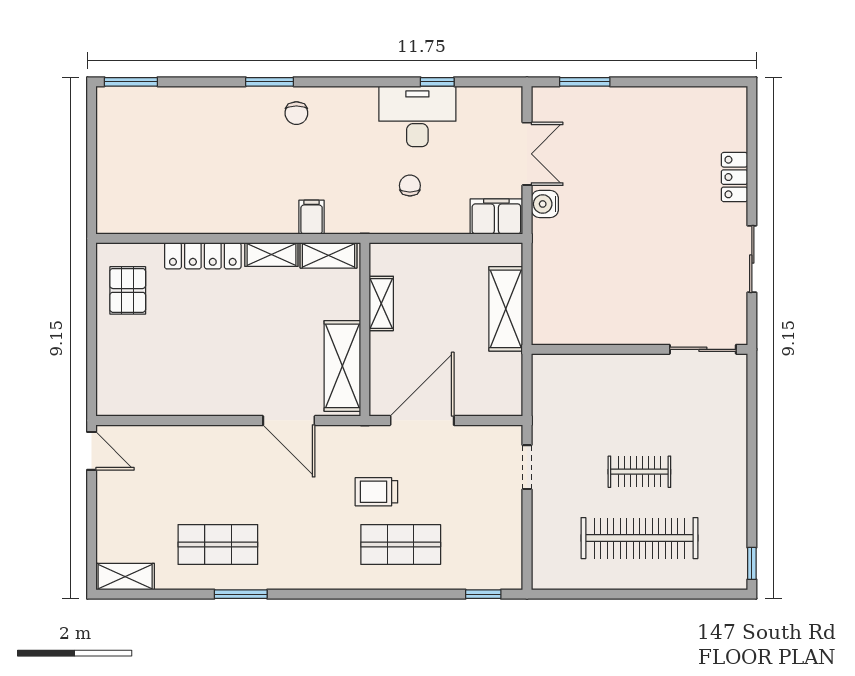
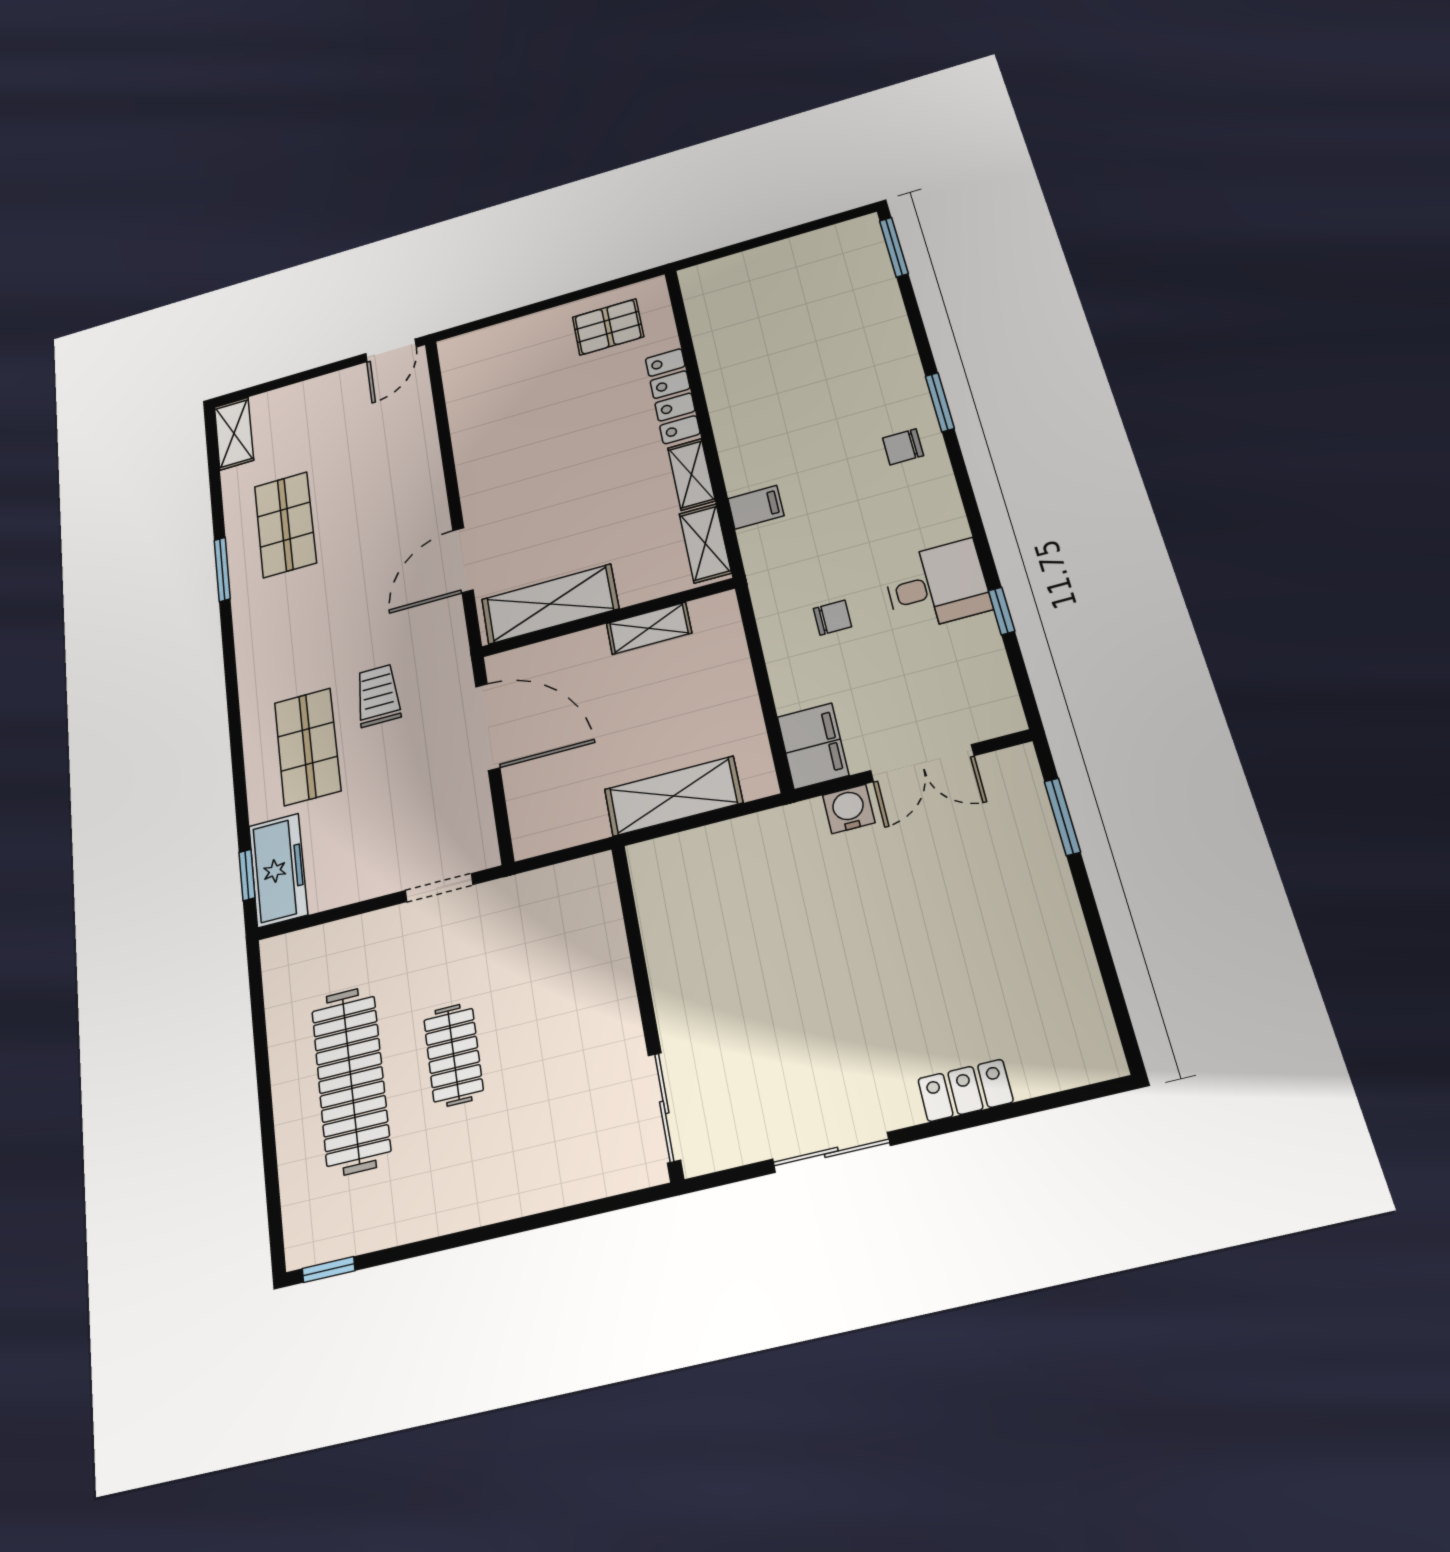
desk: (417, 116) -> (937, 586), width x0.73
freezer: (486, 573) -> (278, 870), added

